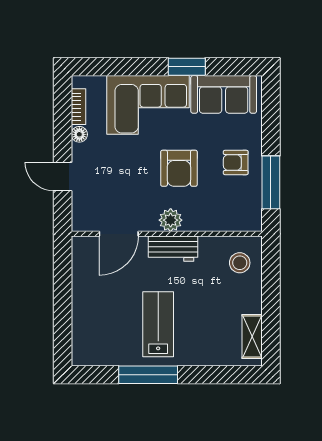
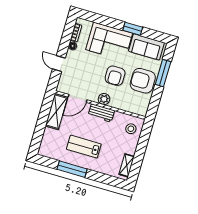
armchair: (236, 162) -> (143, 81), width x1.88, depth x1.88
window: (271, 182) -> (163, 73), moved
shelving: (85, 272) -> (56, 112), added
lab bench: (158, 324) -> (84, 147), turned -90

